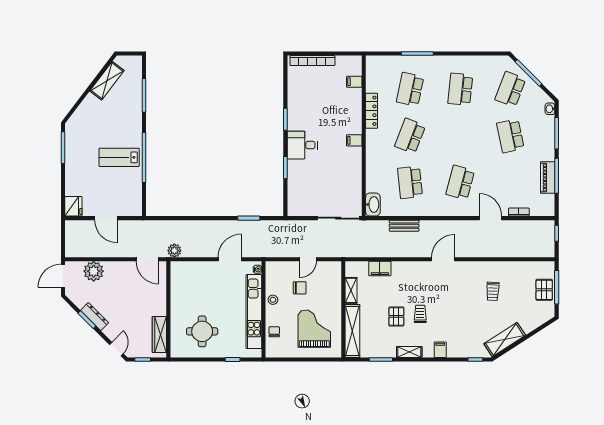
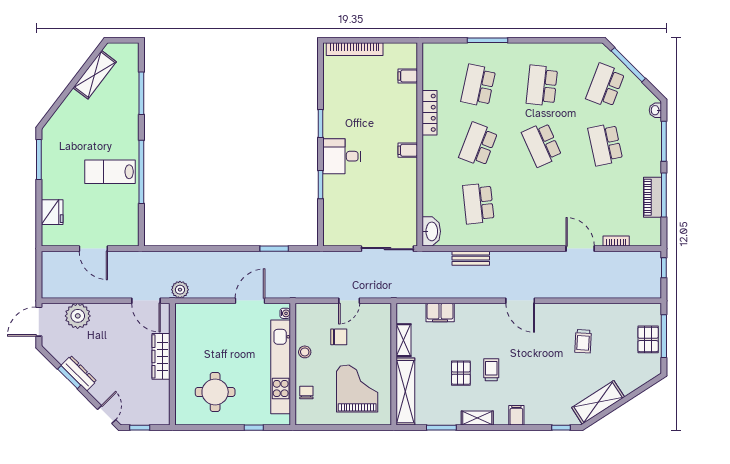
school desk: (460, 182) -> (542, 144), moved, turned -39
fridge: (73, 206) -> (52, 212), moved
door: (443, 259) -> (520, 301), swing flipped
wardrobe: (159, 334) -> (161, 356), moved

